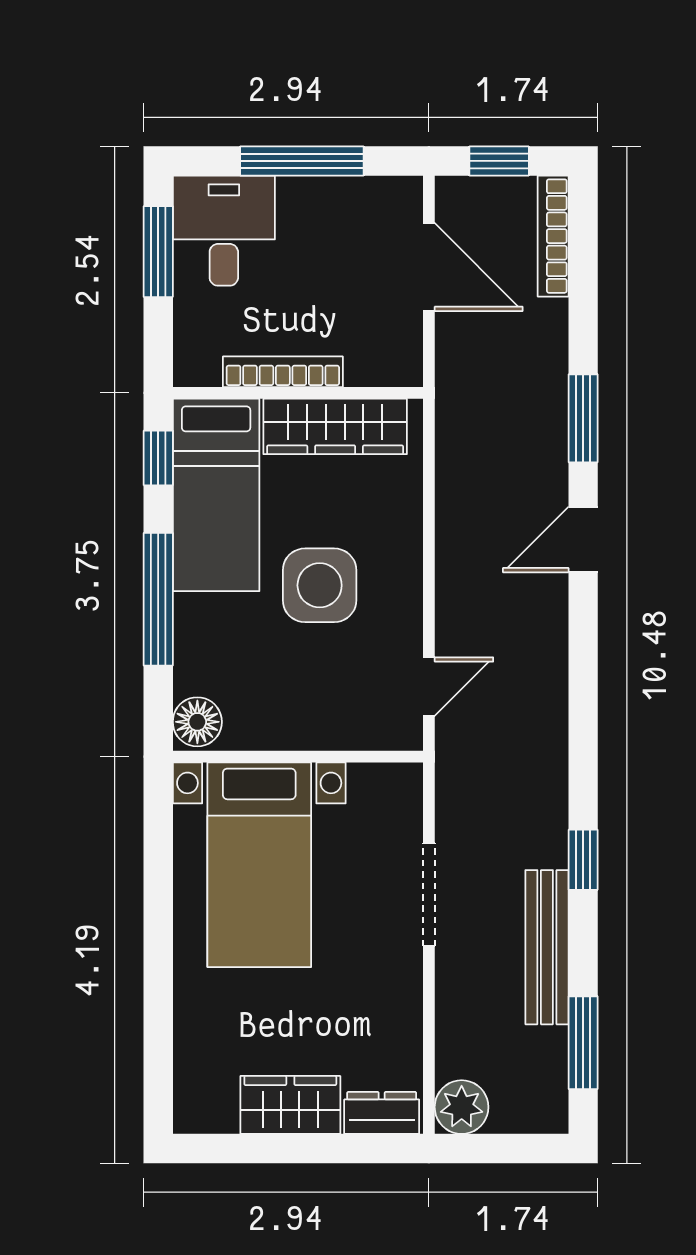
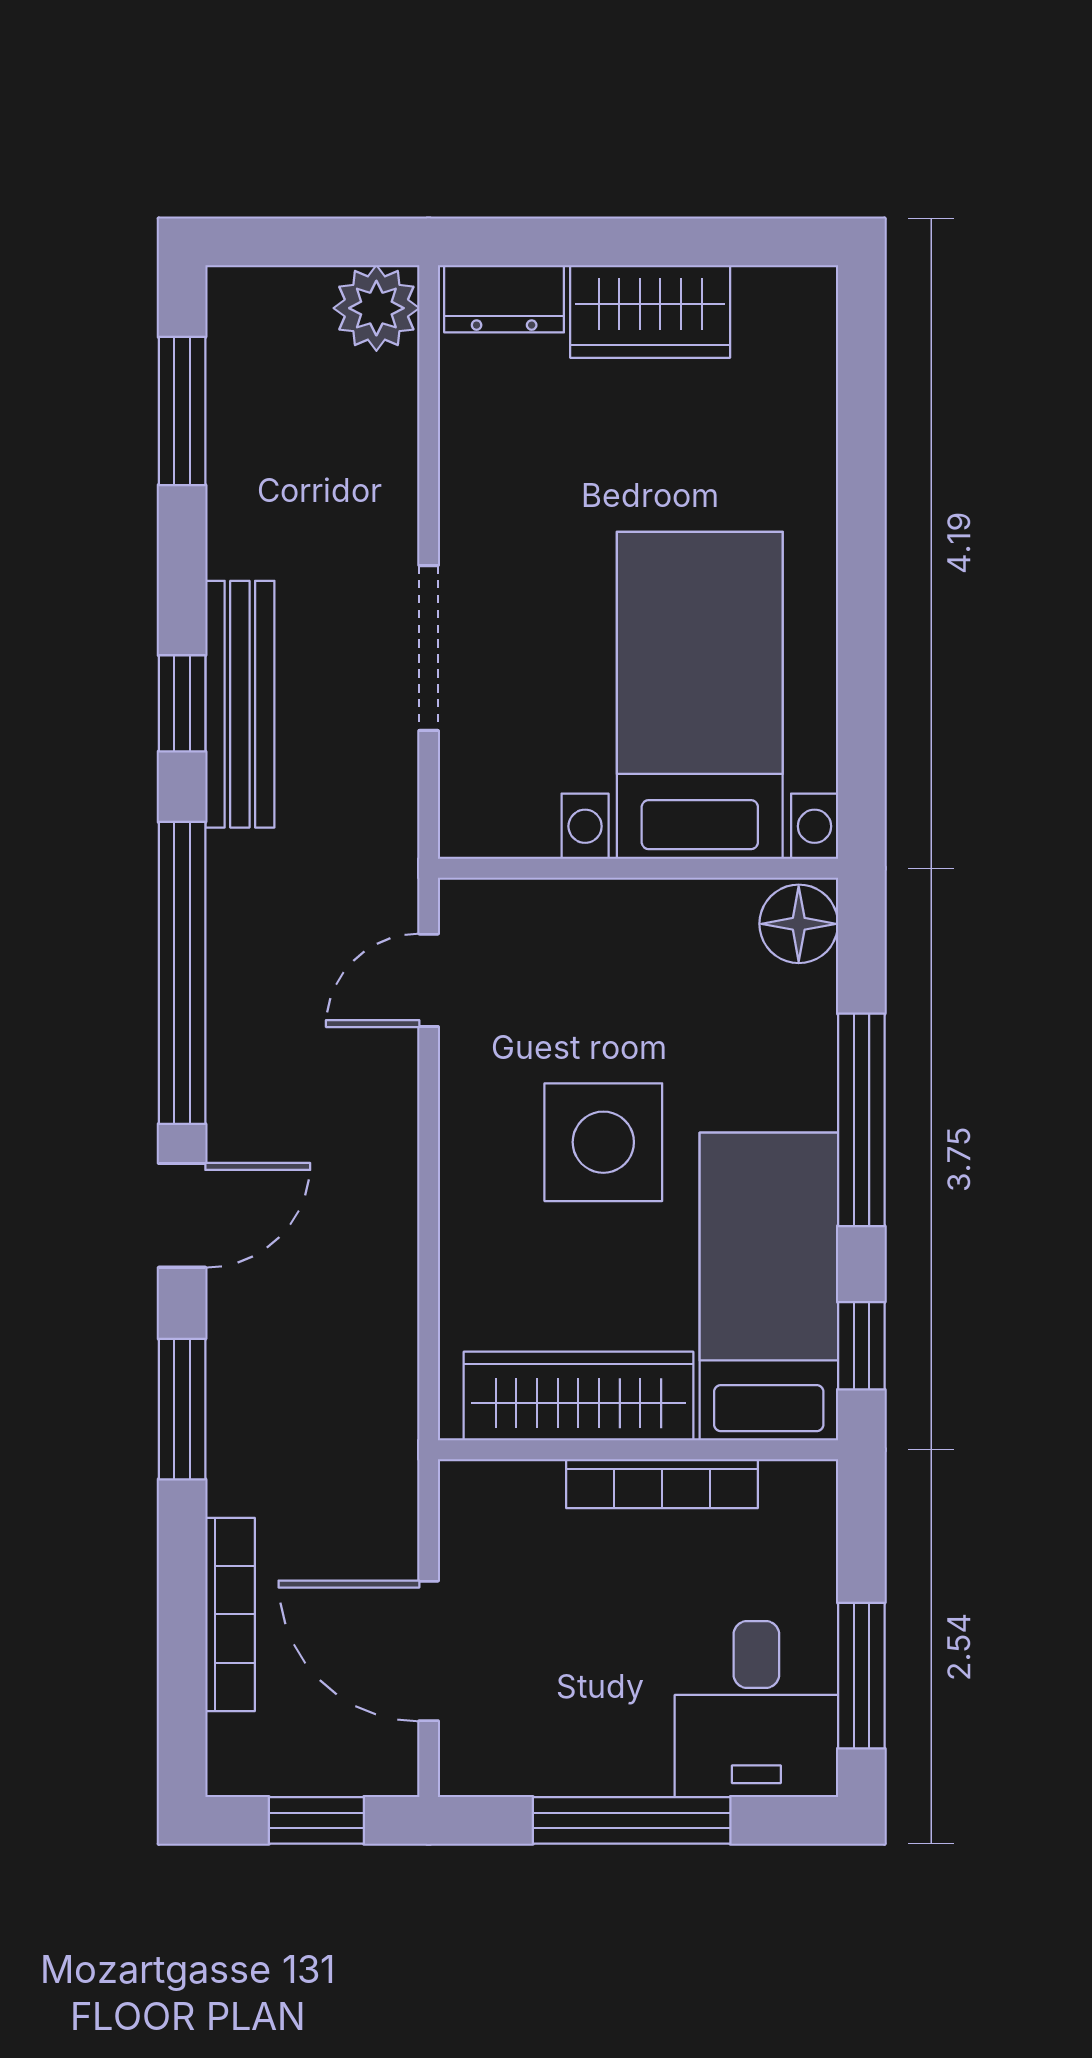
bookcase: (553, 236) -> (230, 1614), moved
window: (583, 691) -> (182, 973), added
bench: (547, 947) -> (240, 704), moved

